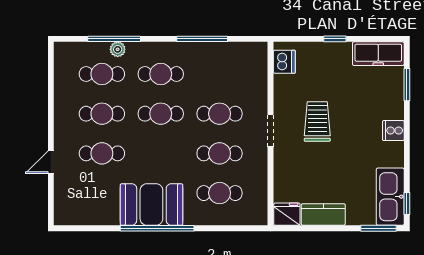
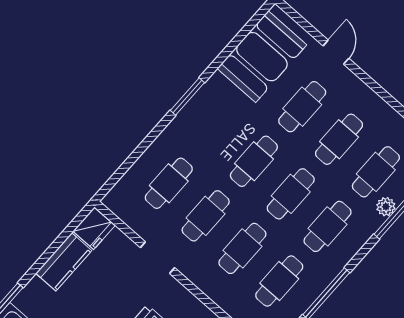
cafe table: (220, 74) -> (279, 281), added
doorway: (271, 131) -> (157, 258), moved
cafe table: (161, 153) -> (254, 161), added
booth: (151, 204) -> (262, 57), moved
window: (157, 228) -> (187, 97), width x0.47

